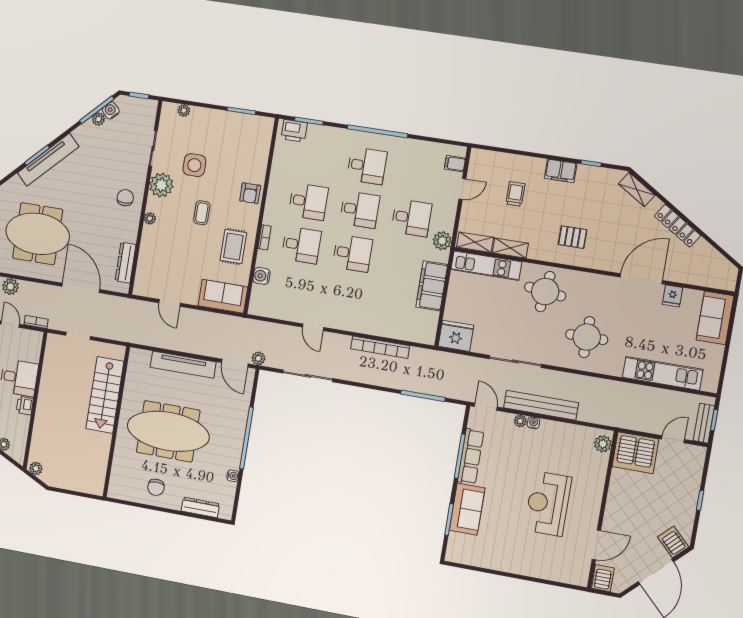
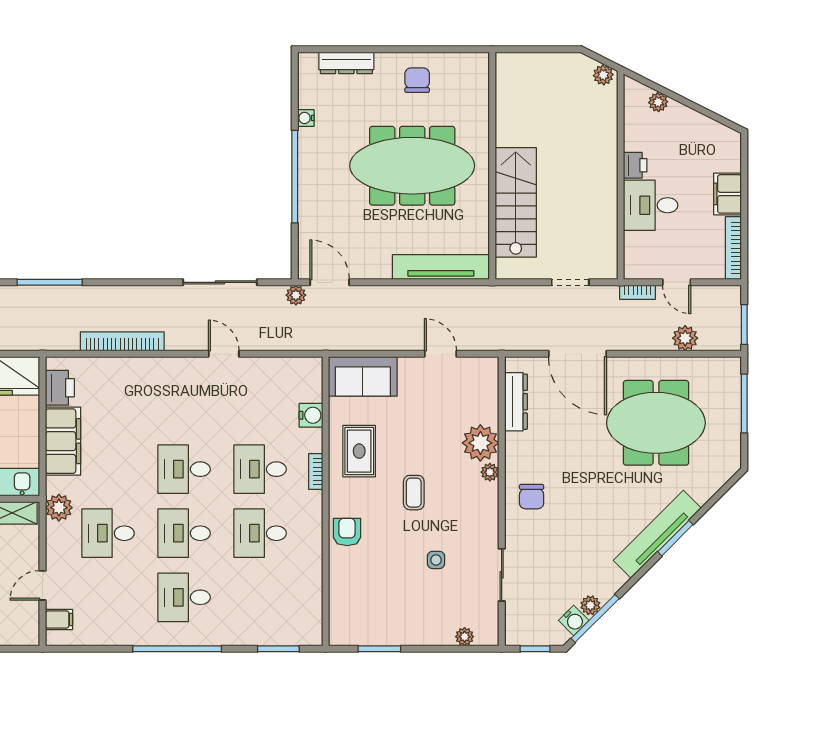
printer: (294, 131) -> (60, 388), moved, turned 90
side table: (194, 165) -> (436, 560), width x0.54, depth x0.54
plant: (161, 185) -> (480, 443), moved
tv unit: (183, 365) -> (441, 267), moved

